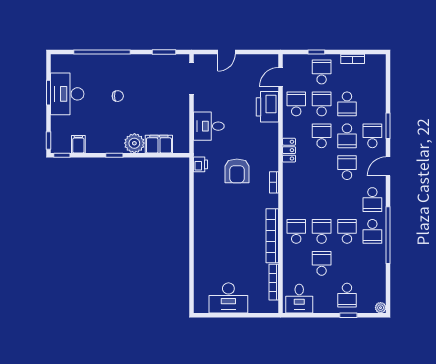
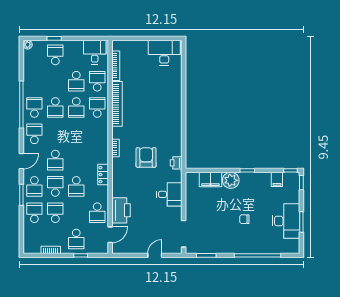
school desk: (322, 104) -> (34, 213), moved, turned 180
school desk: (296, 231) -> (97, 108), turned 180
school desk: (296, 263) -> (97, 81), added
desk: (228, 298) -> (164, 53), moved

